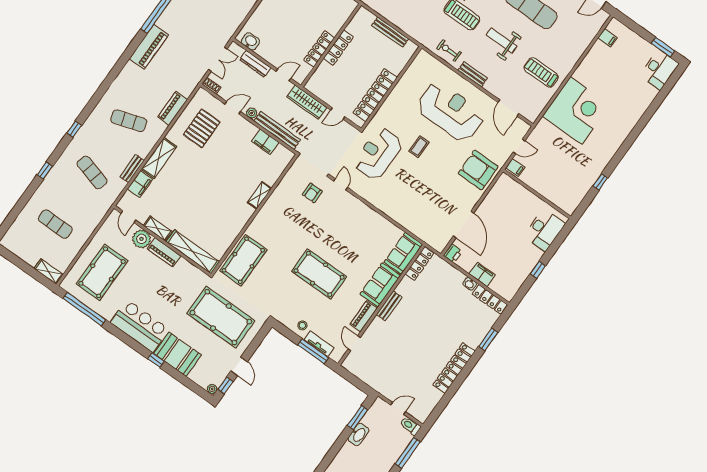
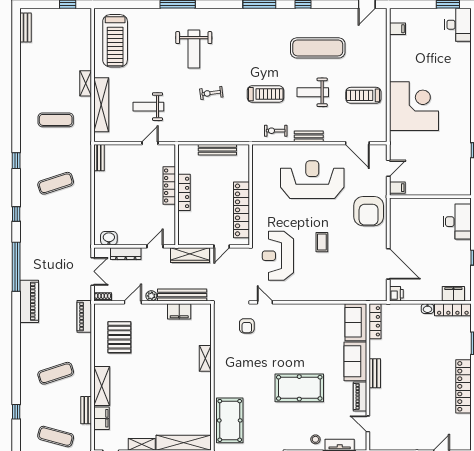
locker: (319, 49) -> (169, 186), moved
piano: (173, 108) -> (84, 316), moved
coffee table: (419, 147) -> (322, 242), moved
armchair: (478, 170) -> (369, 211), turned -90
filing cabinet: (482, 274) -> (453, 294), moved

